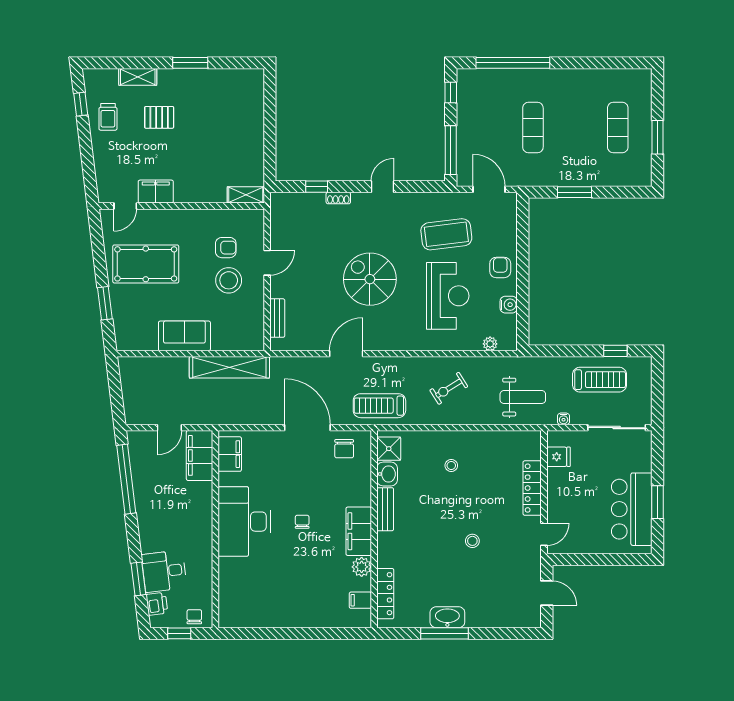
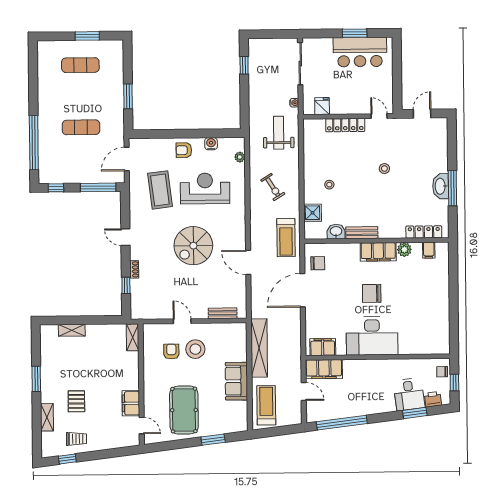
shelving: (256, 112) -> (72, 330), added
treadmill: (600, 380) -> (266, 405), moved
shower: (389, 449) -> (313, 213), moved
chair: (302, 522) -> (372, 293), width x1.87, depth x1.87

